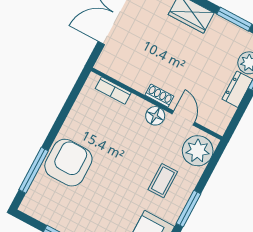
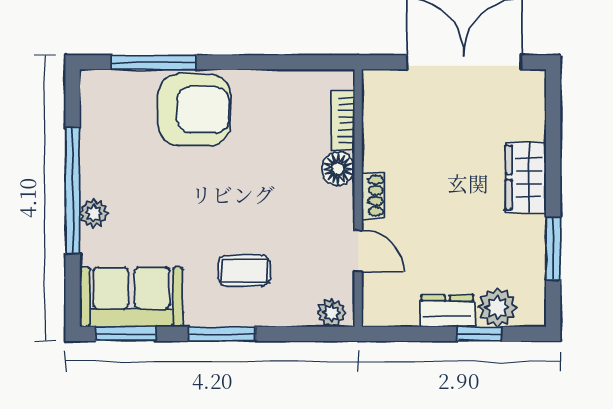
floor lamp: (155, 116) -> (338, 169), moved
door: (183, 118) -> (358, 251), hinge flipped
plant: (198, 151) -> (331, 313), width x0.53, depth x0.53

